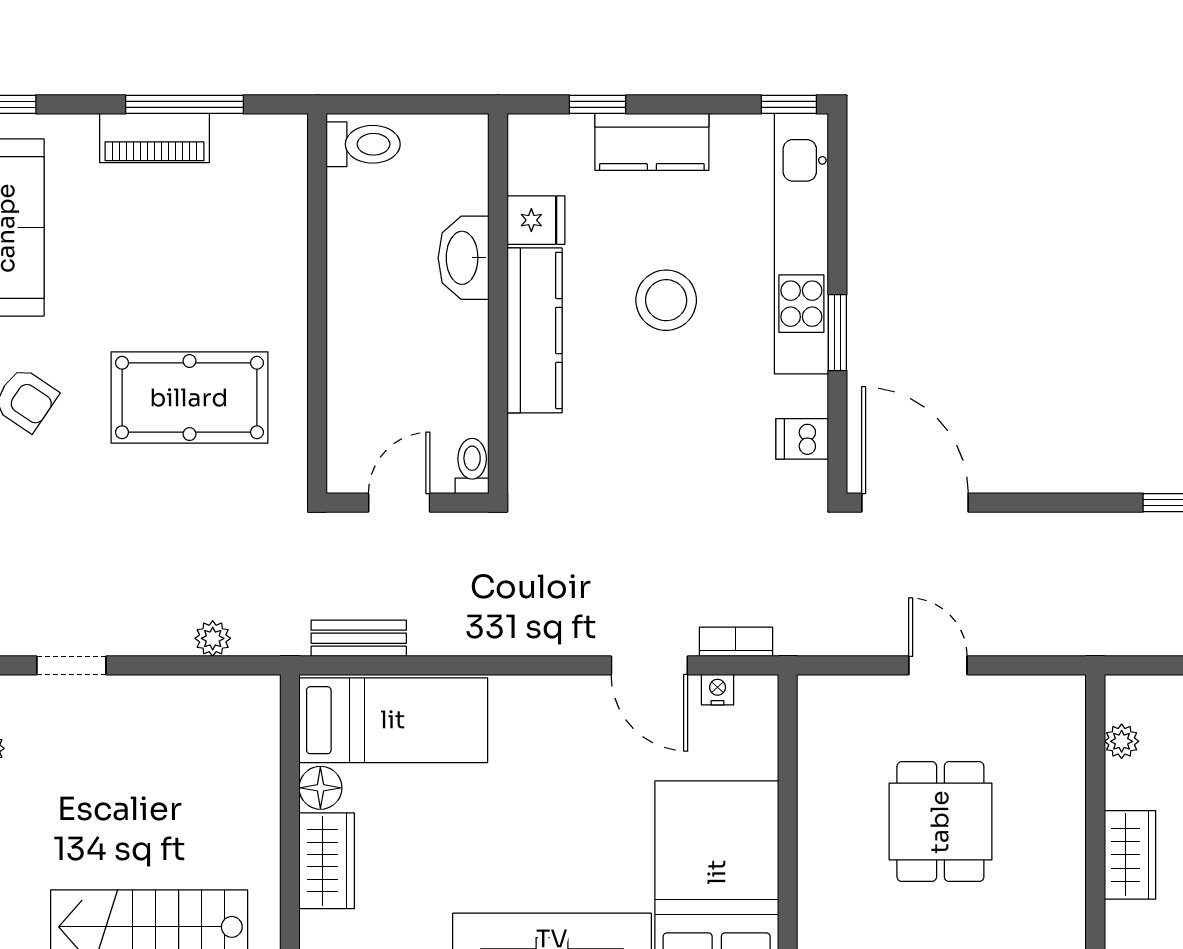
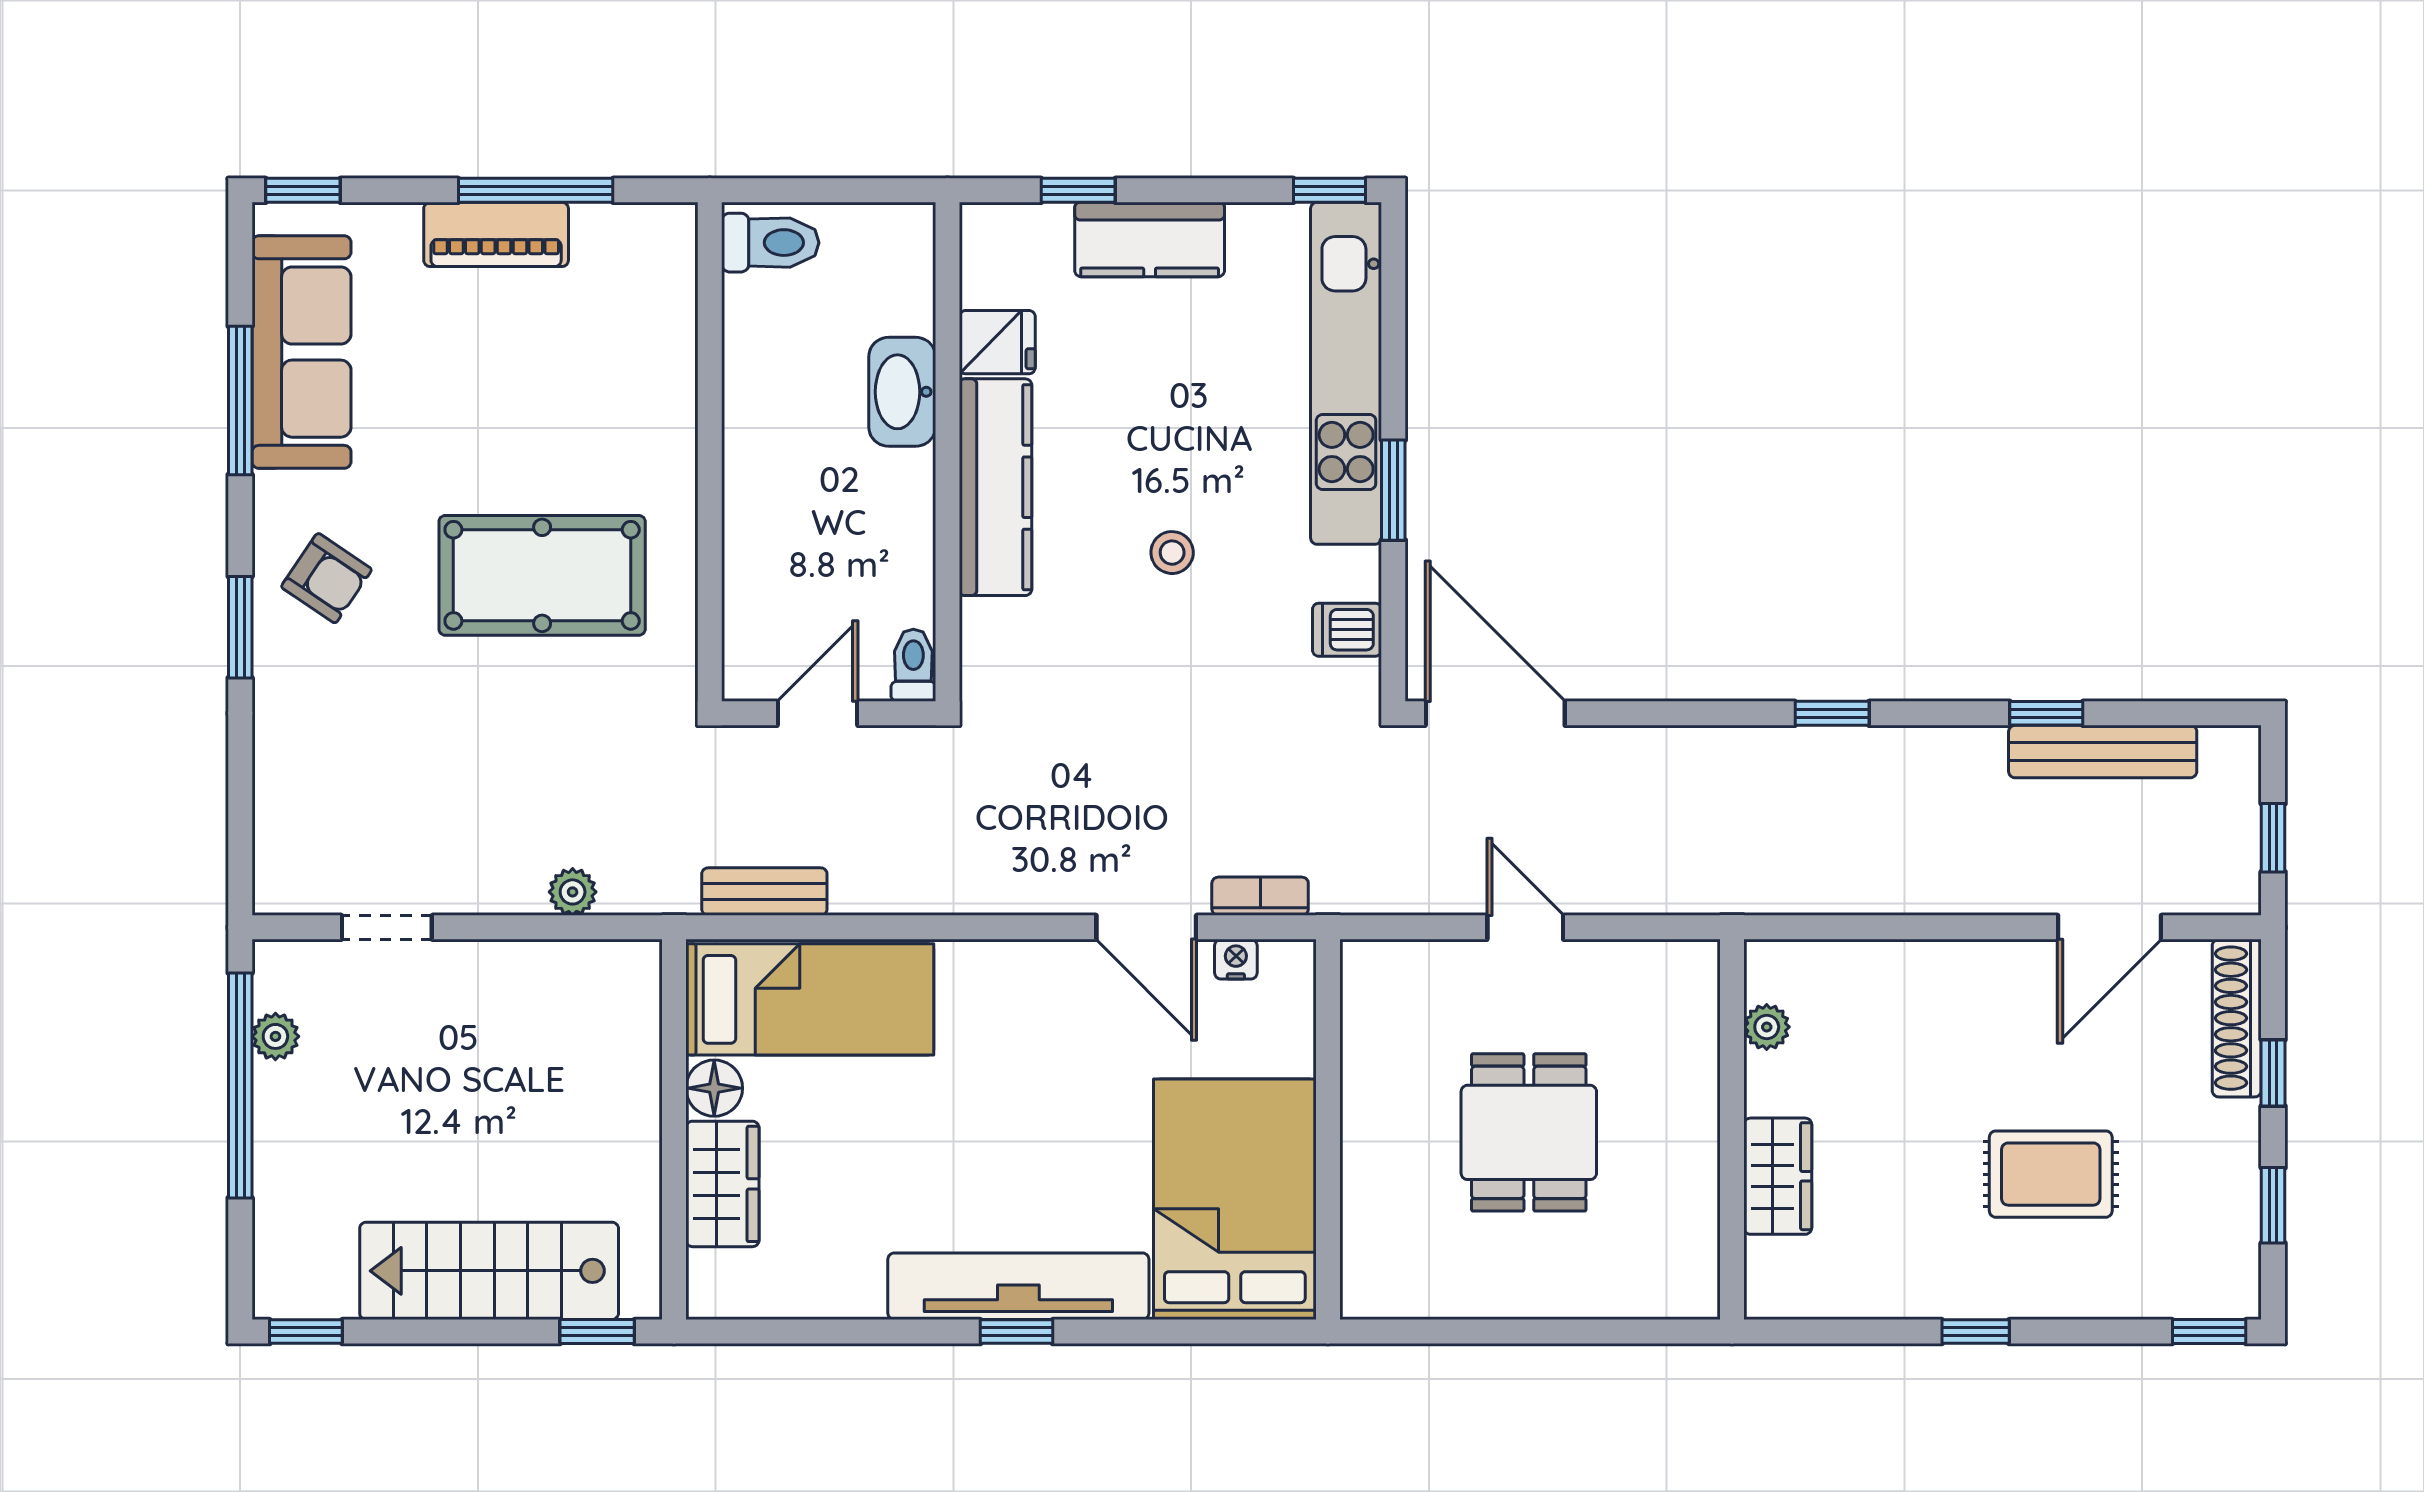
stool: (666, 300) -> (1172, 553), moved, width x0.53, depth x0.53

